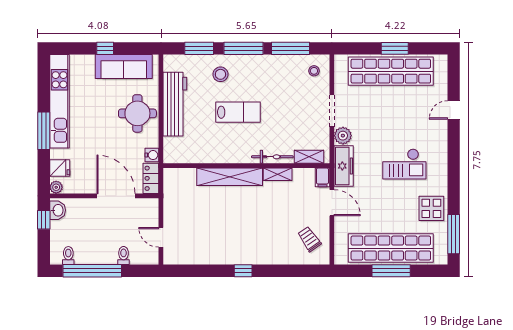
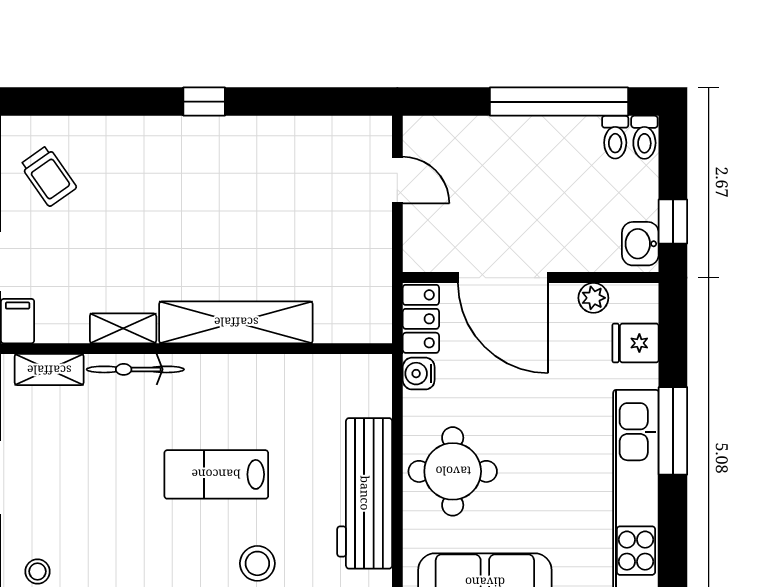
plant: (56, 187) -> (593, 298), moved
toilet: (124, 256) -> (644, 137), moved

